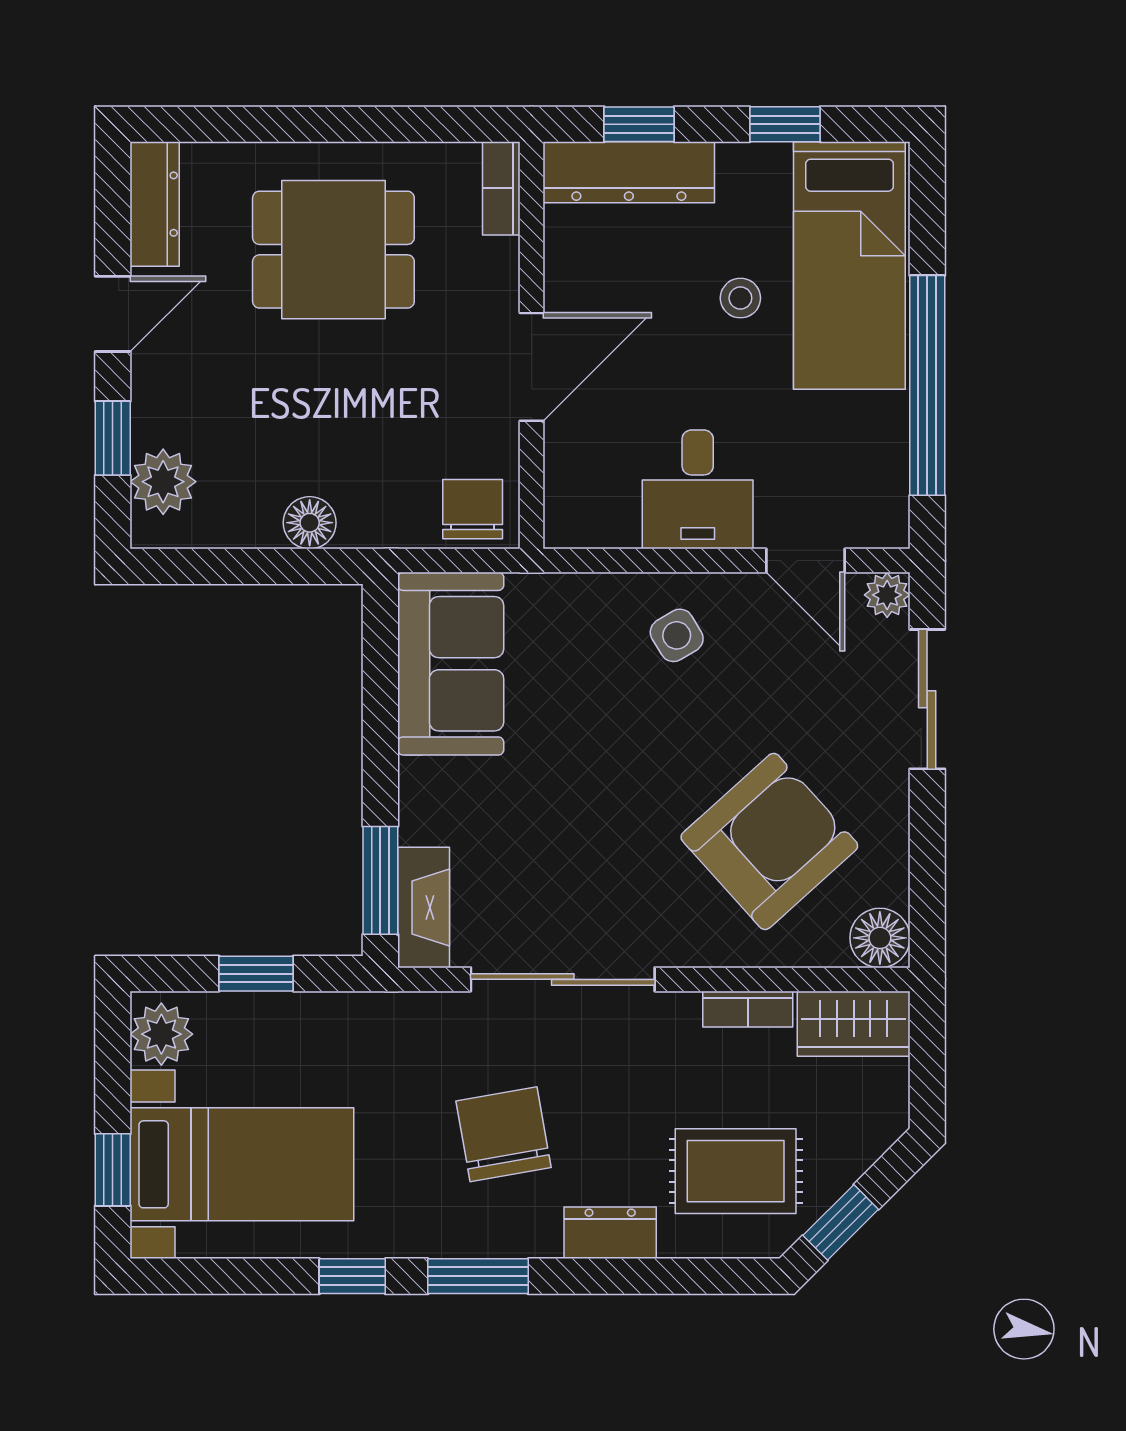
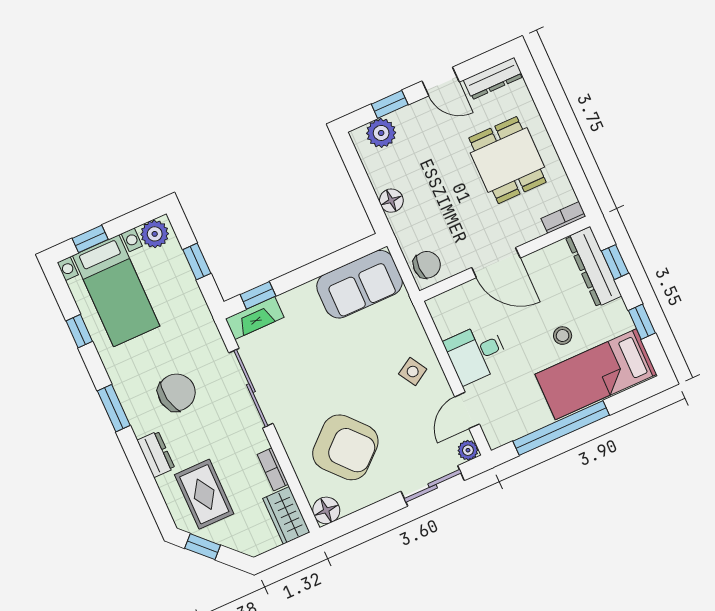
window: (380, 880) -> (258, 295), width x0.67
window: (352, 1276) -> (79, 331), moved

